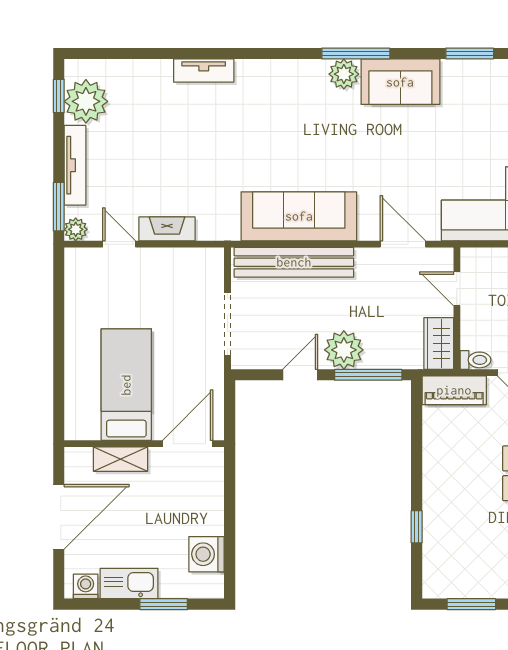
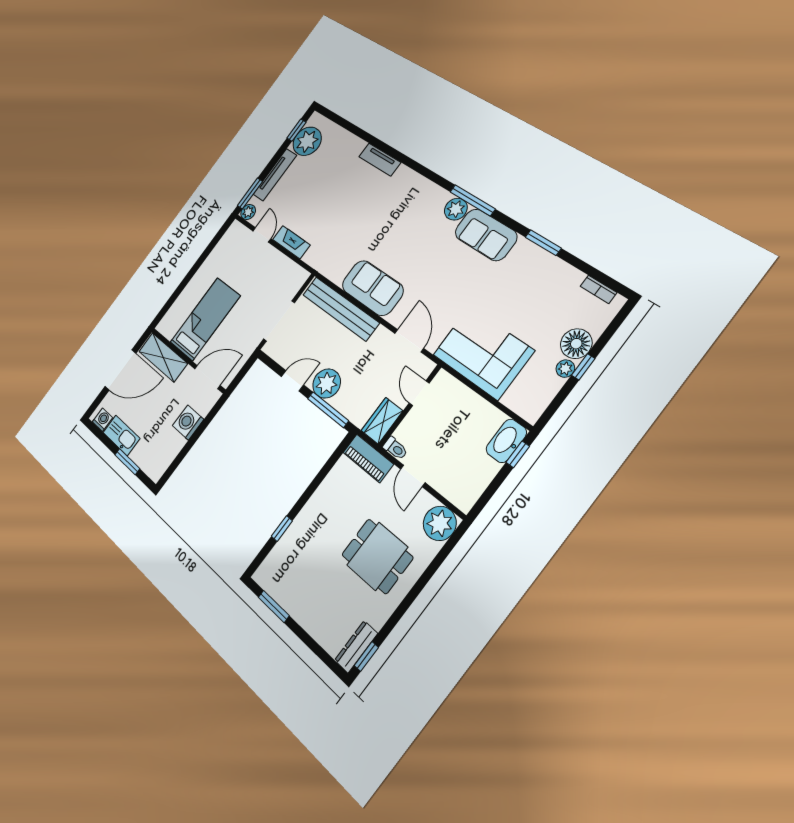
sofa: (299, 216) -> (373, 288), width x0.73
shelving: (120, 459) -> (163, 357), width x1.50, depth x1.33
washing machine: (207, 554) -> (188, 423), moved

